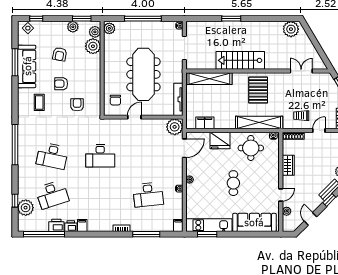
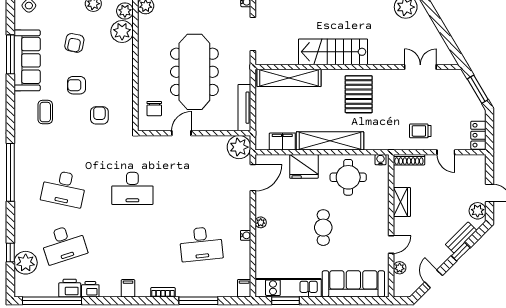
shelving: (259, 123) -> (330, 141), moved
door: (319, 131) -> (446, 152), swing flipped
filing cabinet: (82, 225) -> (128, 288), moved

